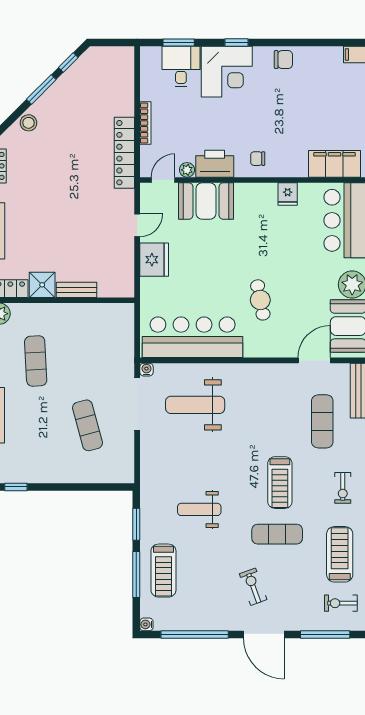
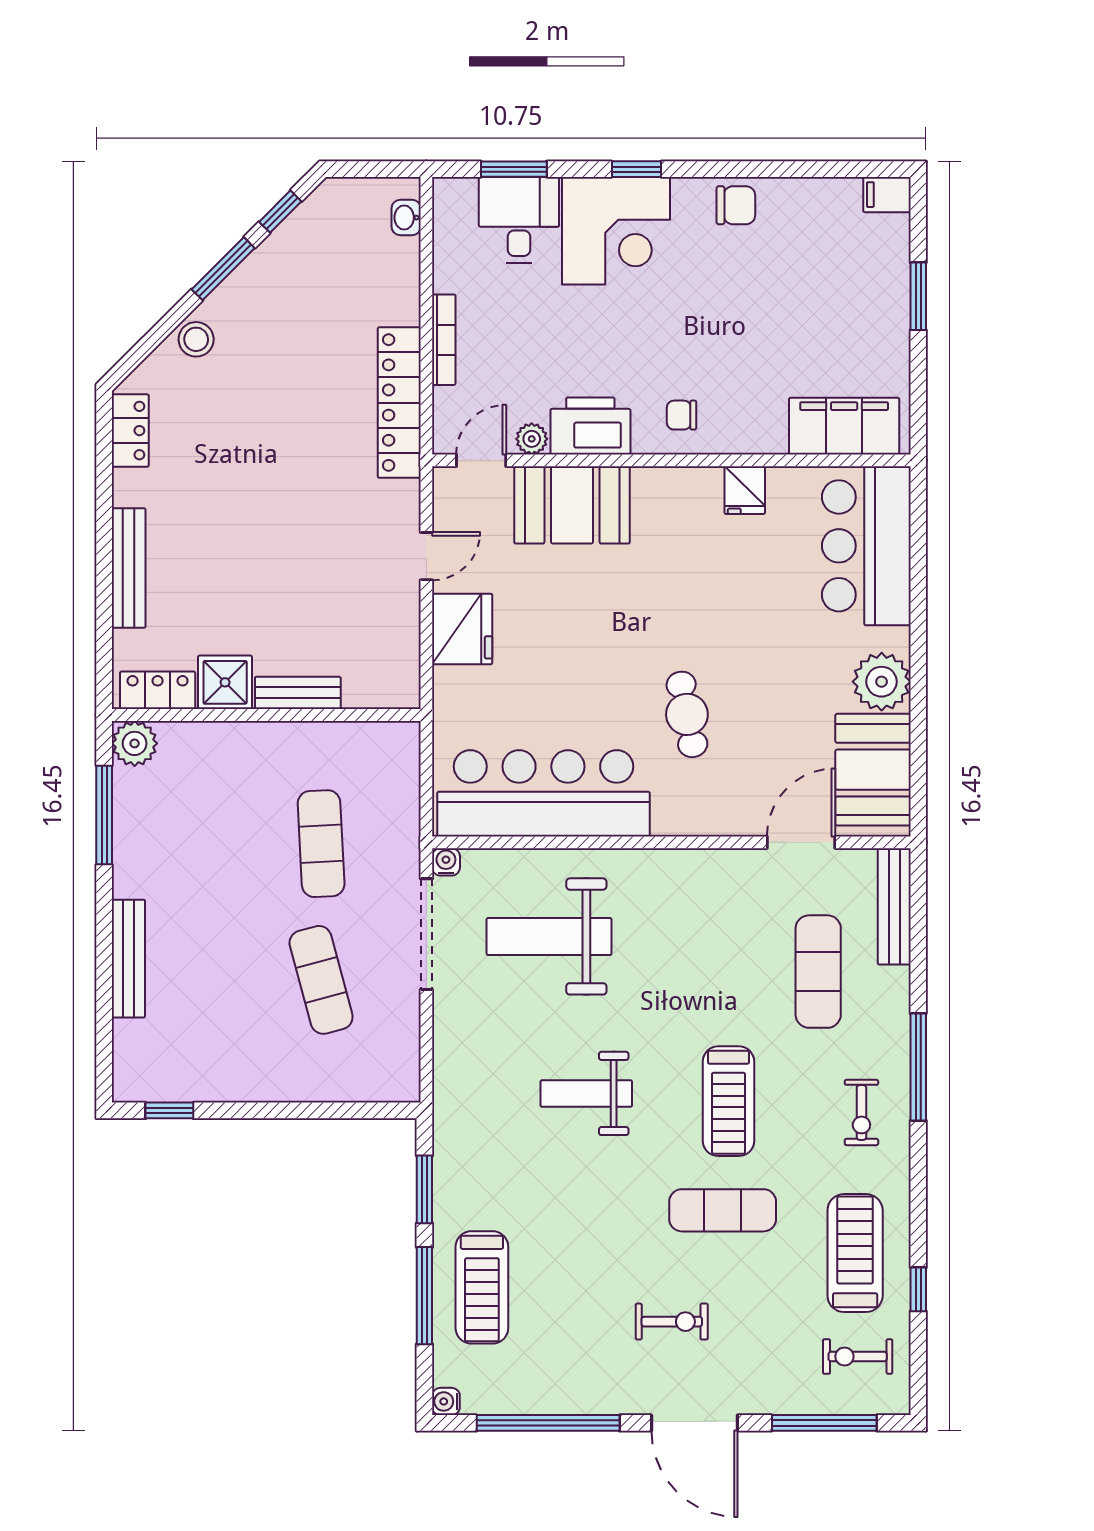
washbasin: (128, 65) -> (406, 218), added
exercise mat: (36, 361) -> (321, 844), moved
weight bench: (199, 509) -> (586, 1093), moved
exercise bike: (253, 587) -> (672, 1322), turned 110

